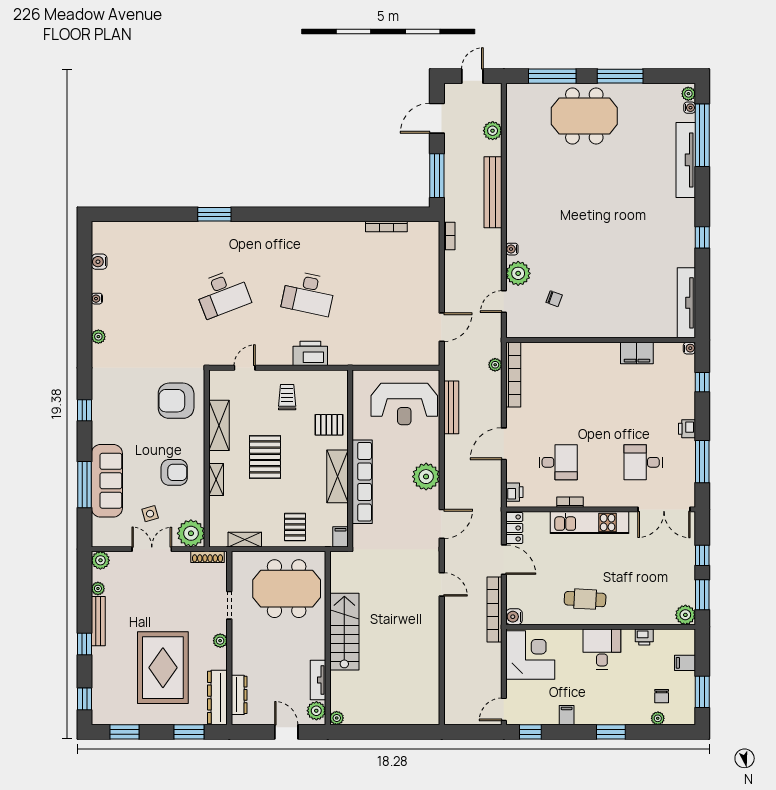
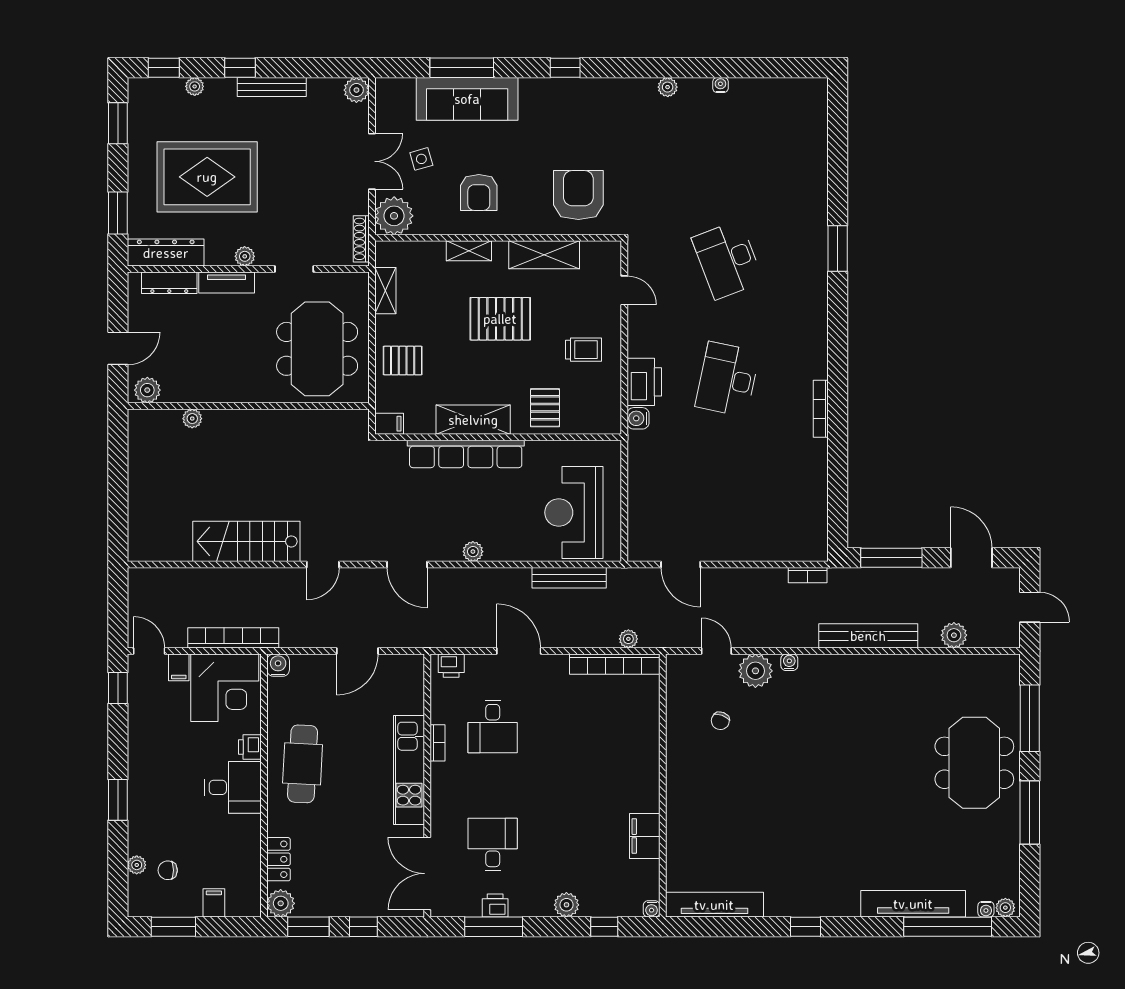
bookcase: (386, 227) -> (821, 409), moved
water cooler: (99, 262) -> (638, 418), moved, turned -90
plant: (686, 409) -> (566, 905), added
printer: (687, 429) -> (495, 906), moved
plant: (426, 477) -> (473, 552), width x0.53, depth x0.53
locker: (514, 528) -> (278, 859), moved, turned -90
plant: (98, 588) -> (195, 86), moved
cafe table: (585, 599) -> (303, 764), width x1.37, depth x1.35
bookcase: (494, 610) -> (233, 638), moved
stairs: (344, 632) -> (246, 541), moved, turned 180
printer: (644, 637) -> (250, 747), moved
tv unit: (318, 680) -> (227, 283), moved, turned 180
filing cabinet: (567, 715) -> (179, 667), moved, turned 90
plant: (337, 718) -> (192, 419), moved

